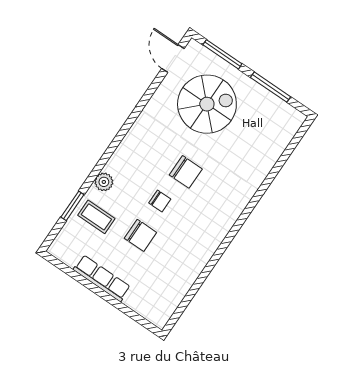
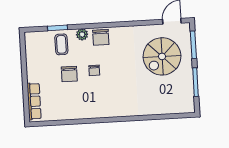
spiral stairs: (207, 104) -> (162, 56), turned 90
chair: (186, 172) -> (101, 37), moved
row of seats: (102, 278) -> (34, 101), moved

